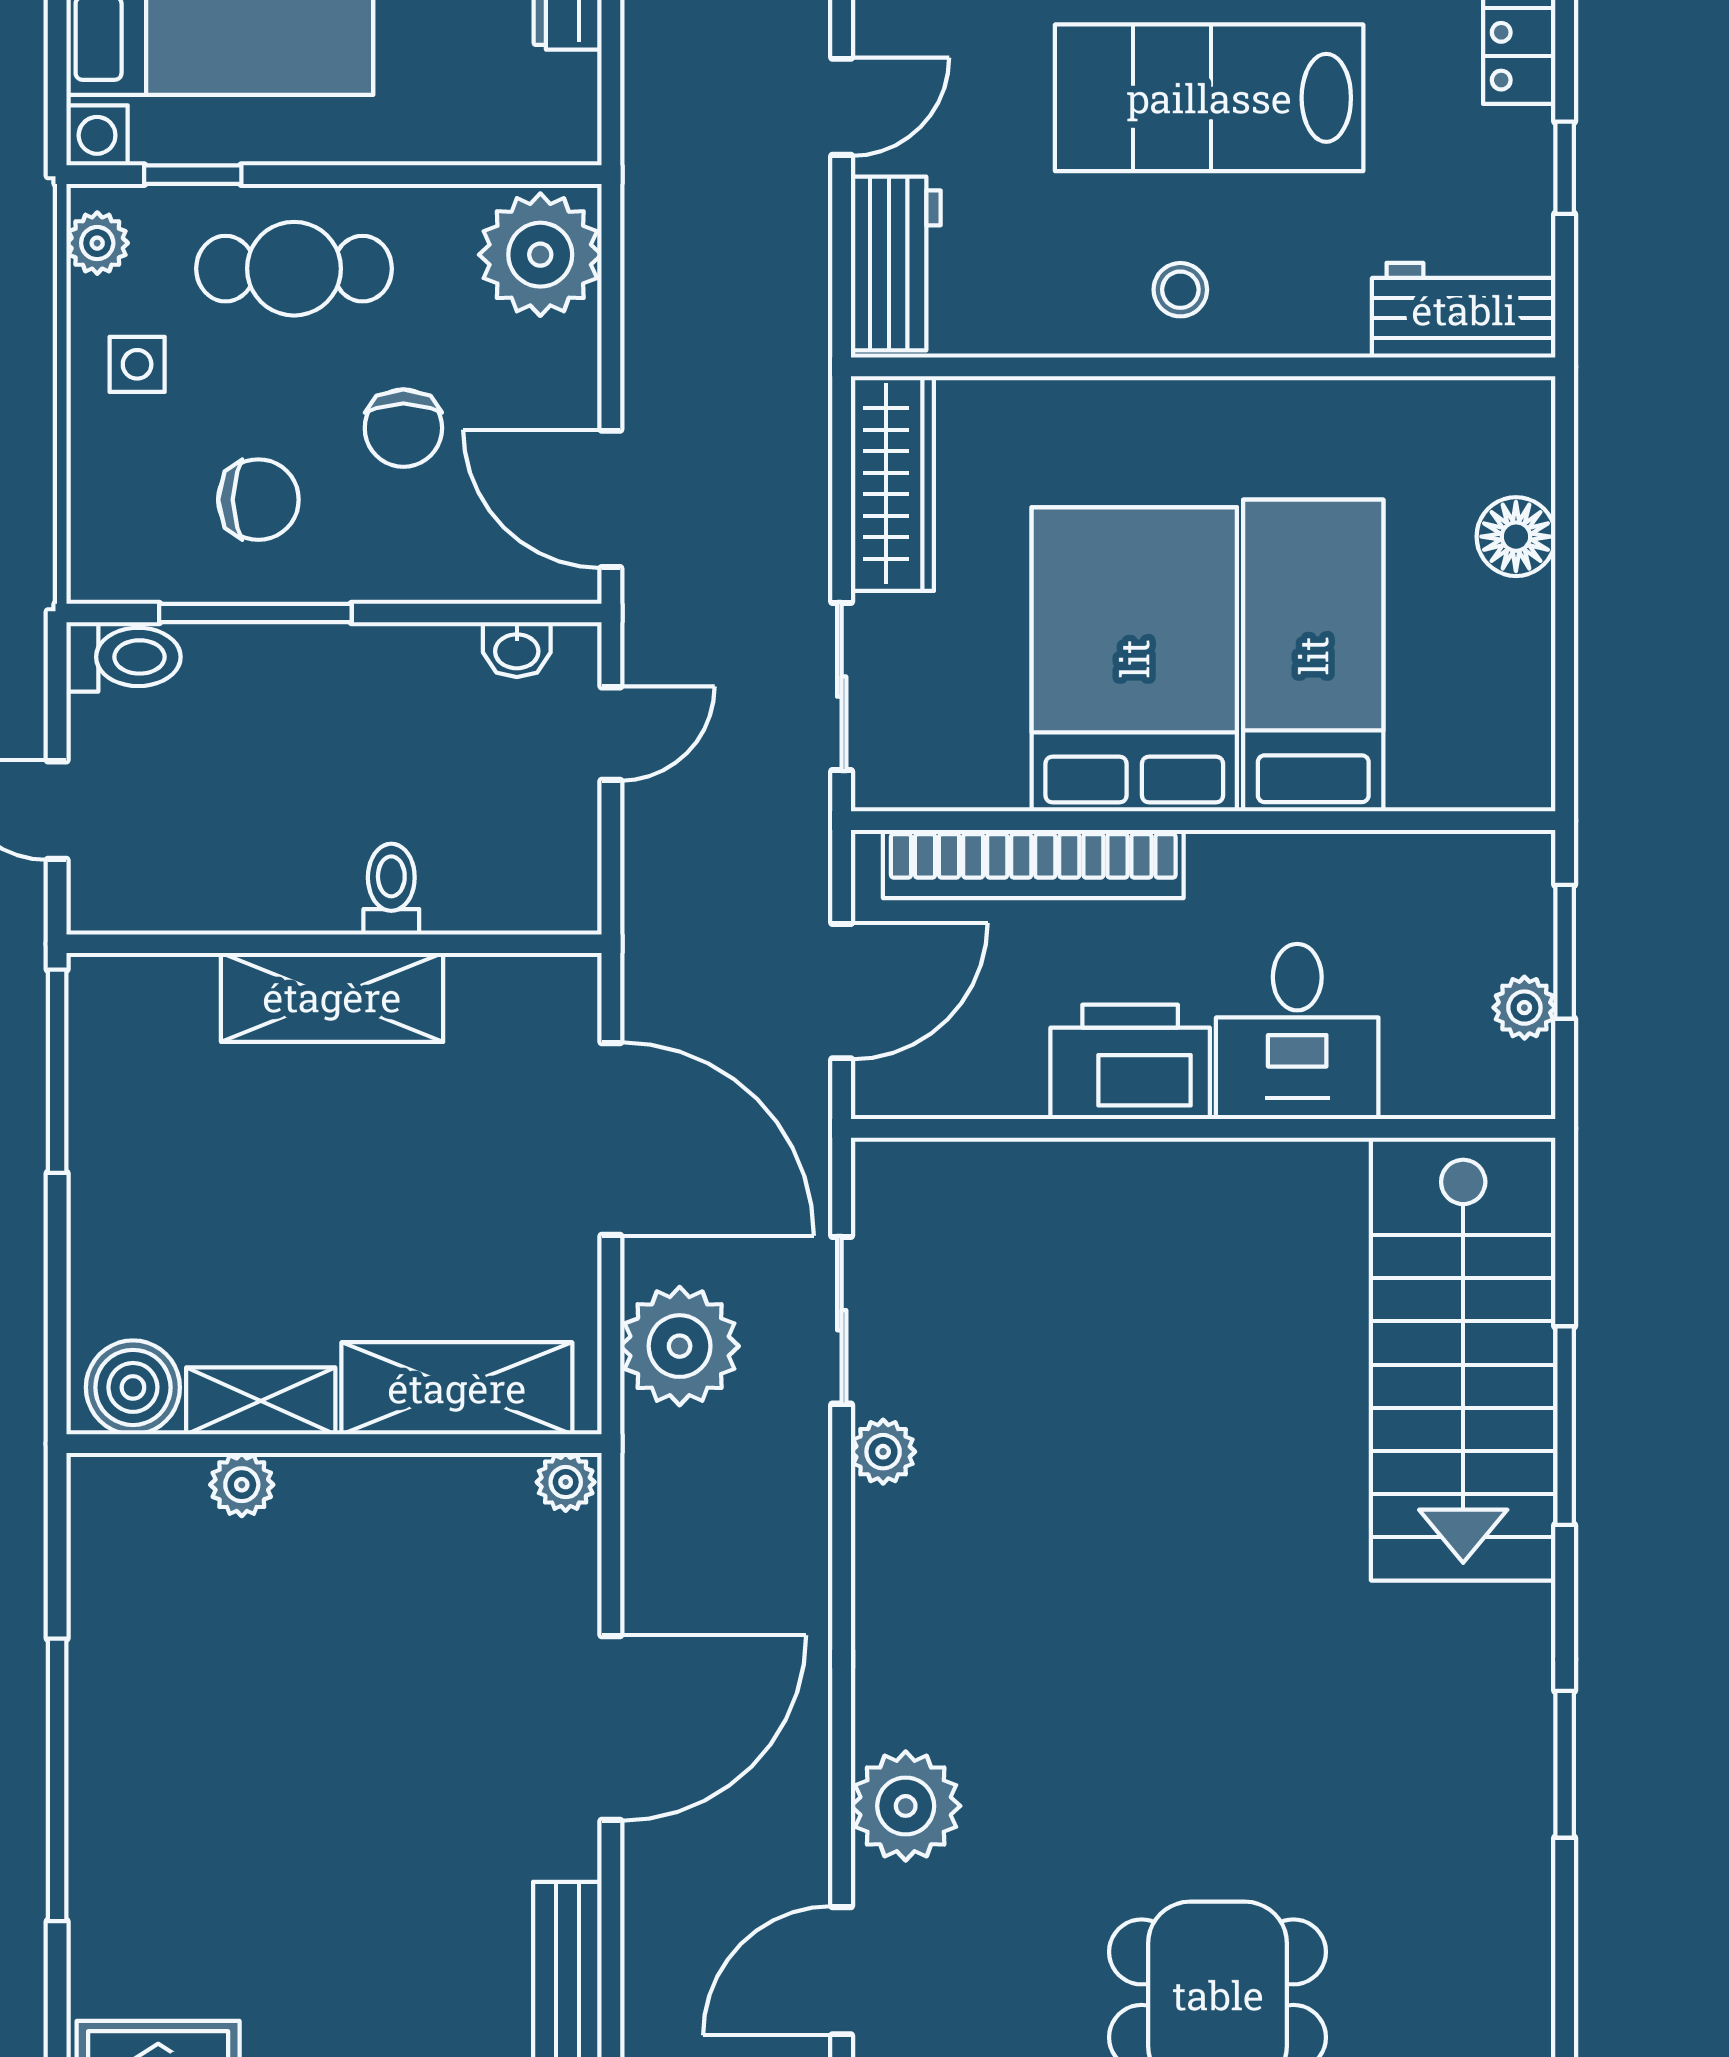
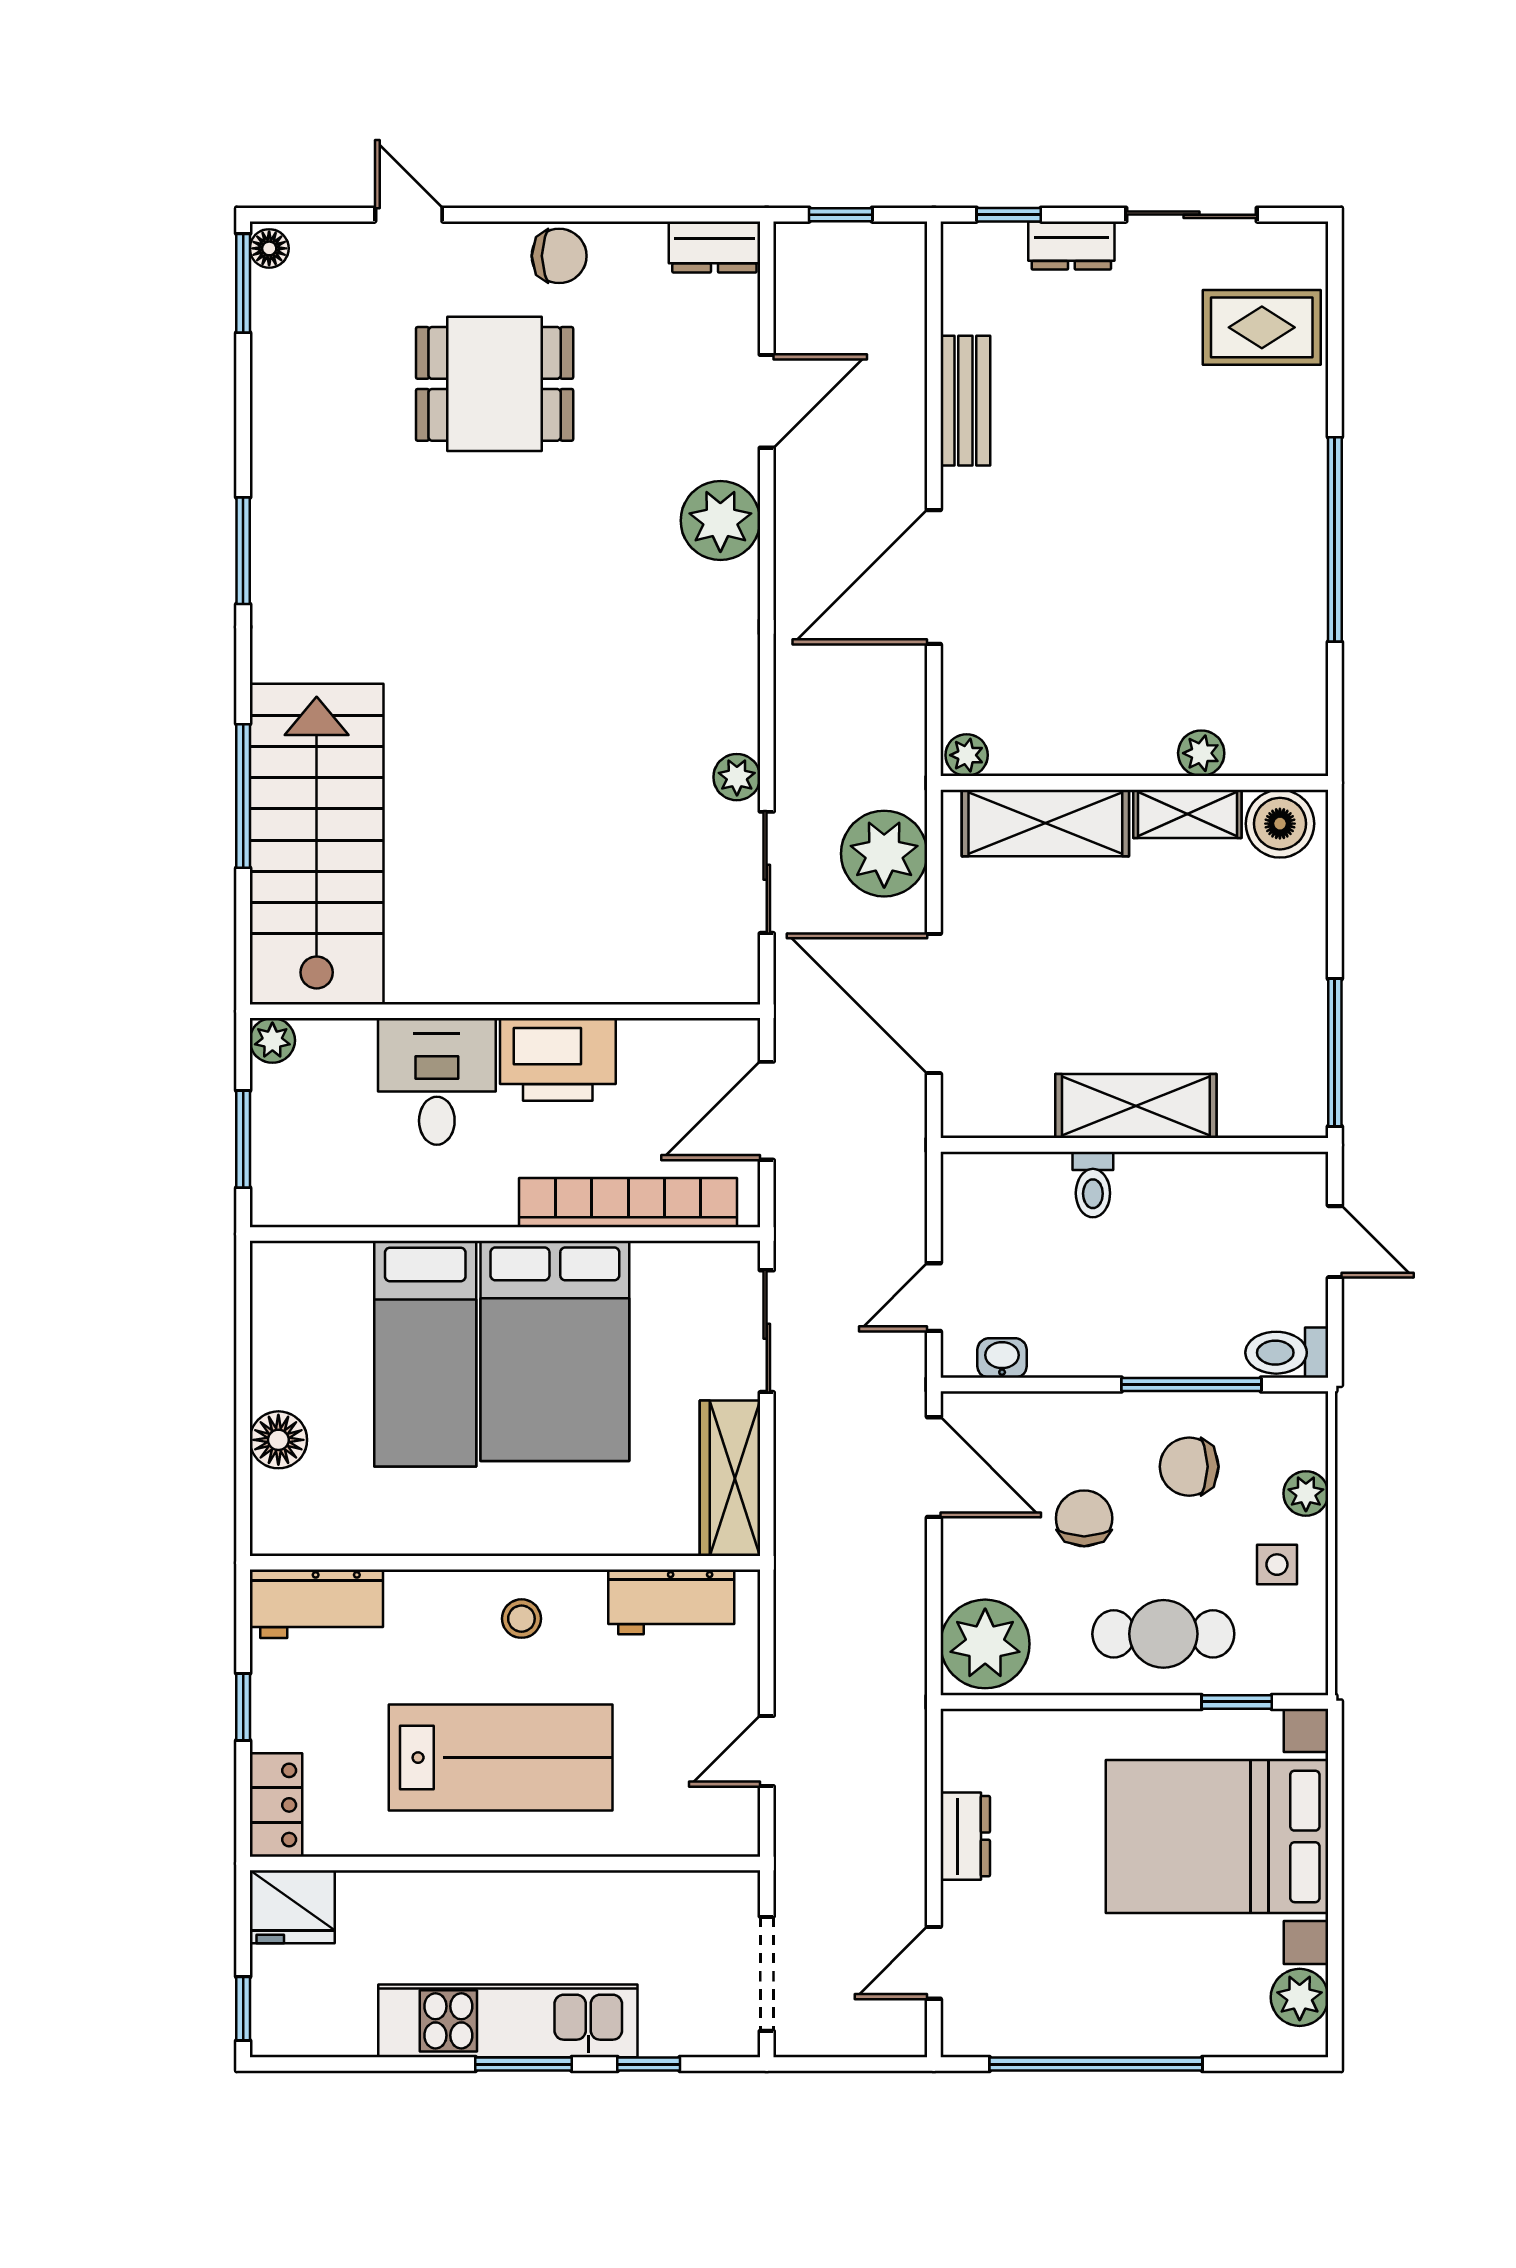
plant: (97, 243) -> (1306, 1493), moved
workbench: (896, 264) -> (671, 1602), moved, turned -90
plant: (1524, 1008) -> (272, 1040), moved

